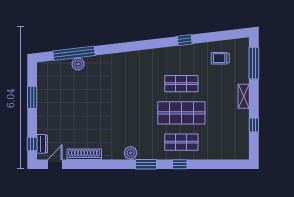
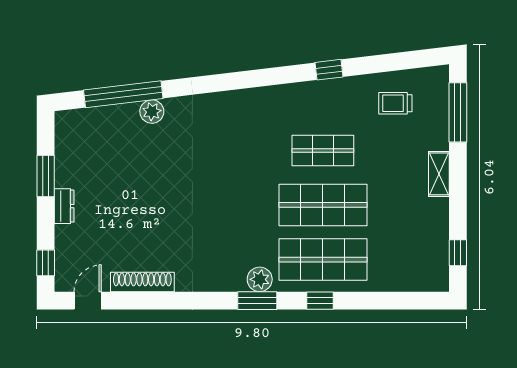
plant: (78, 64) -> (152, 112), moved
window: (254, 125) -> (458, 253), moved
shop shelf: (181, 142) -> (323, 260), width x1.43, depth x1.36
dresser: (42, 144) -> (64, 206), moved
plant: (131, 153) -> (260, 279), moved

